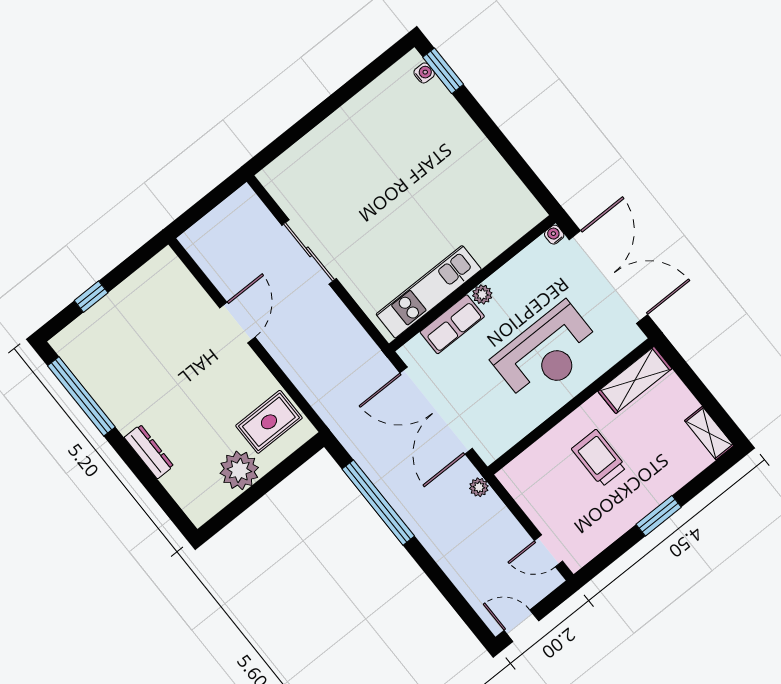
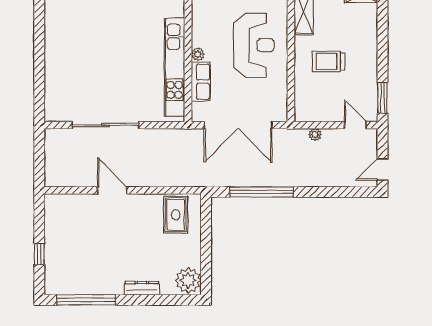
sliding door: (309, 252) -> (105, 125), width x1.36
kitchen unit: (429, 292) -> (175, 67), width x1.36
plant: (239, 470) -> (188, 280), moved
plant: (479, 487) -> (315, 135), moved
window: (659, 516) -> (382, 98), moved
door: (549, 551) -> (355, 125), swing flipped

